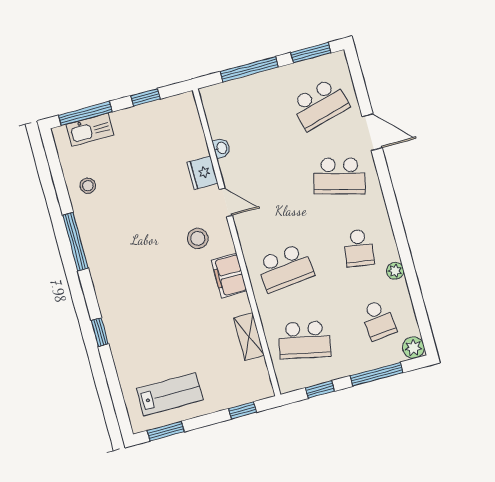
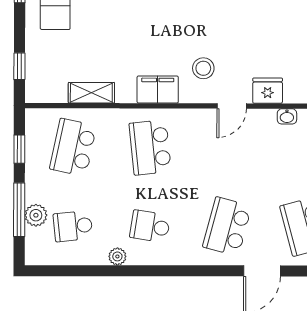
plant: (413, 348) -> (36, 215), moved

